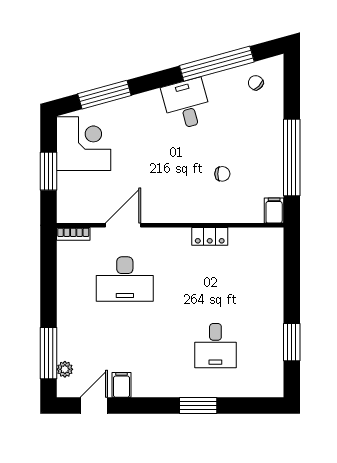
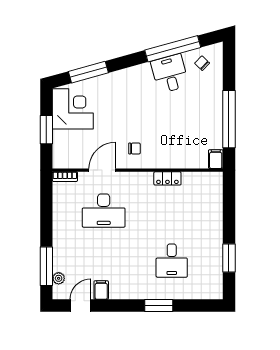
desk: (187, 104) -> (170, 74), moved
chair: (222, 174) -> (134, 149), moved

